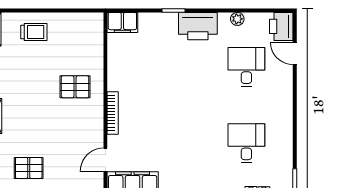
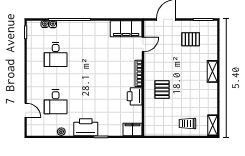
printer: (281, 26) -> (135, 96), moved, turned 180
pallet: (75, 87) -> (162, 90), turned 90

